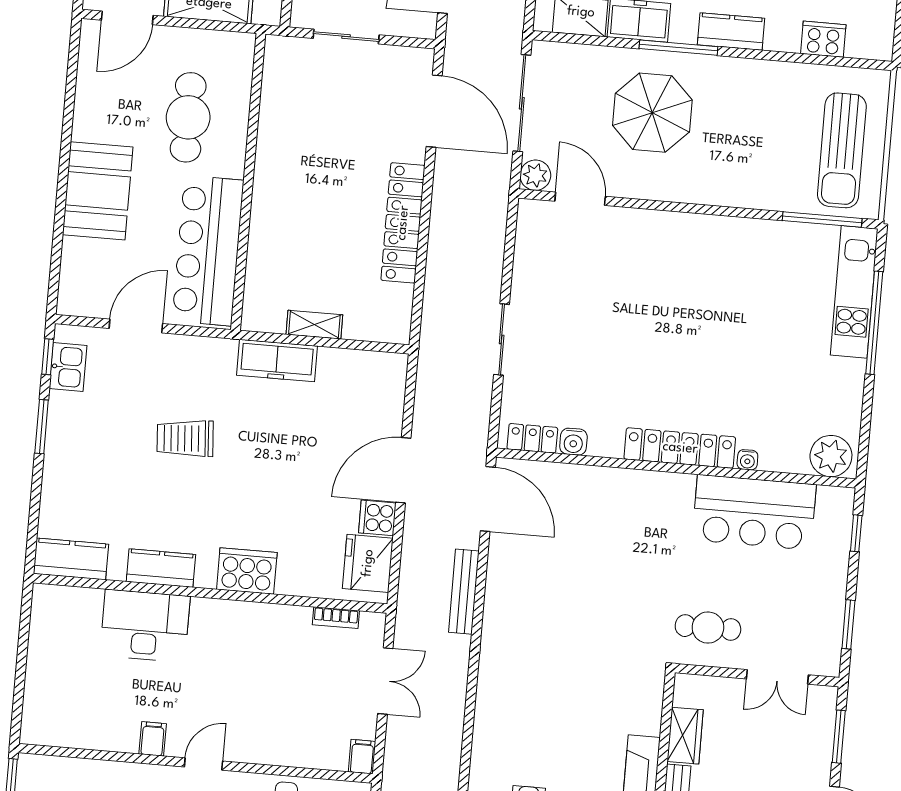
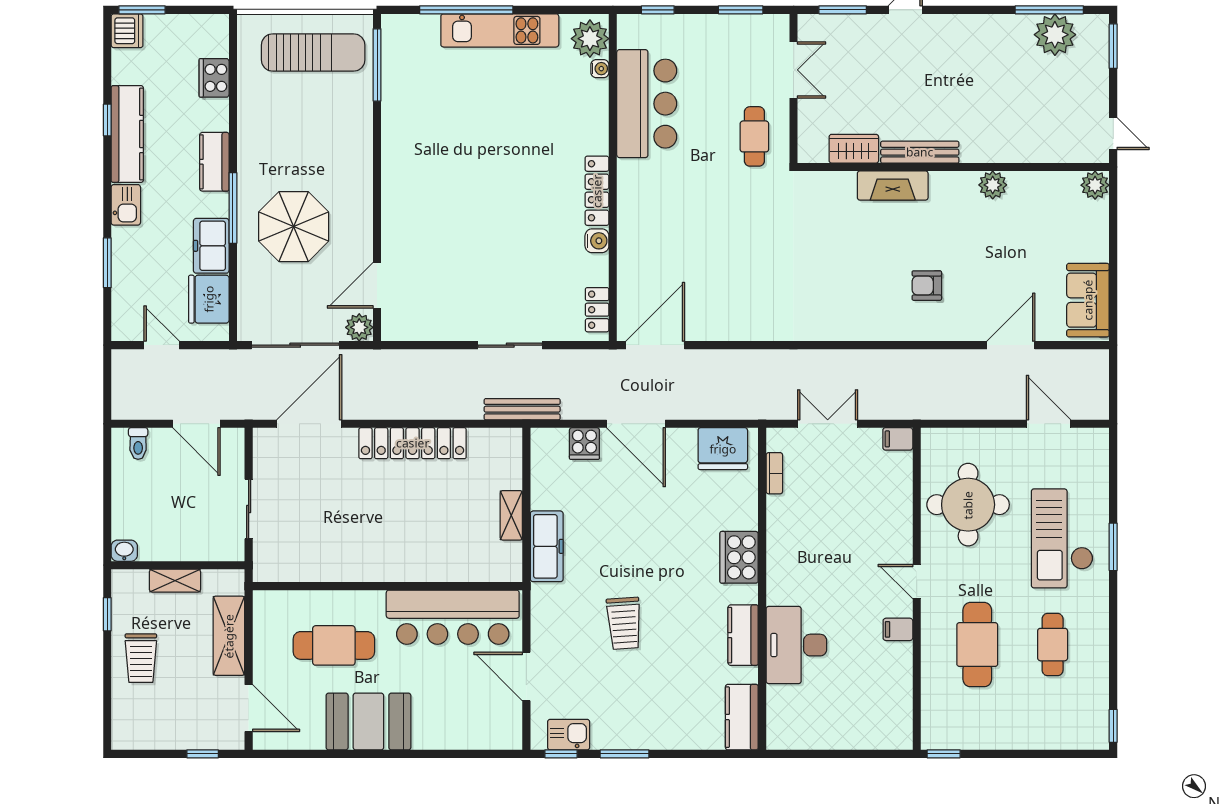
booth: (98, 191) -> (368, 721), moved
kitchen unit: (854, 292) -> (500, 30), moved
water cooler: (573, 442) -> (597, 241), moved
locker: (680, 448) -> (597, 191), width x0.71, depth x0.83
water cooler: (747, 460) -> (600, 69), moved
cooker: (377, 518) -> (584, 444), moved
bench: (464, 592) -> (522, 409), moved

